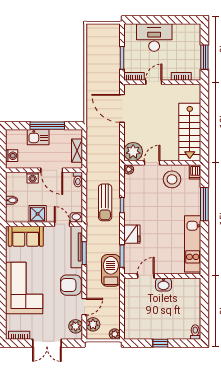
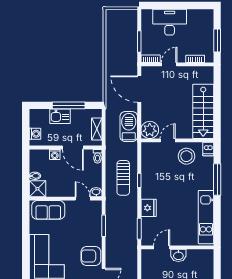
plant: (129, 169) -> (146, 147), removed
shower: (38, 214) -> (37, 189), moved
tv unit: (77, 247) -> (96, 220), removed
barbecue: (111, 270) -> (129, 127), moved

